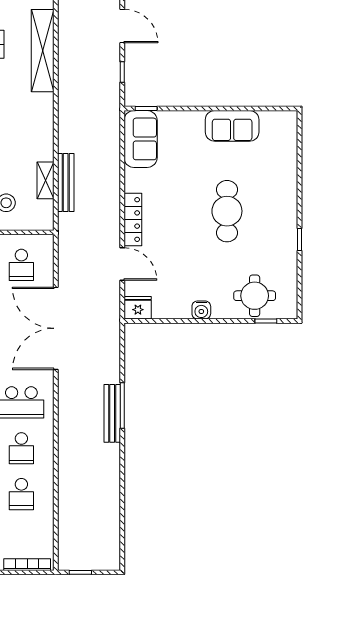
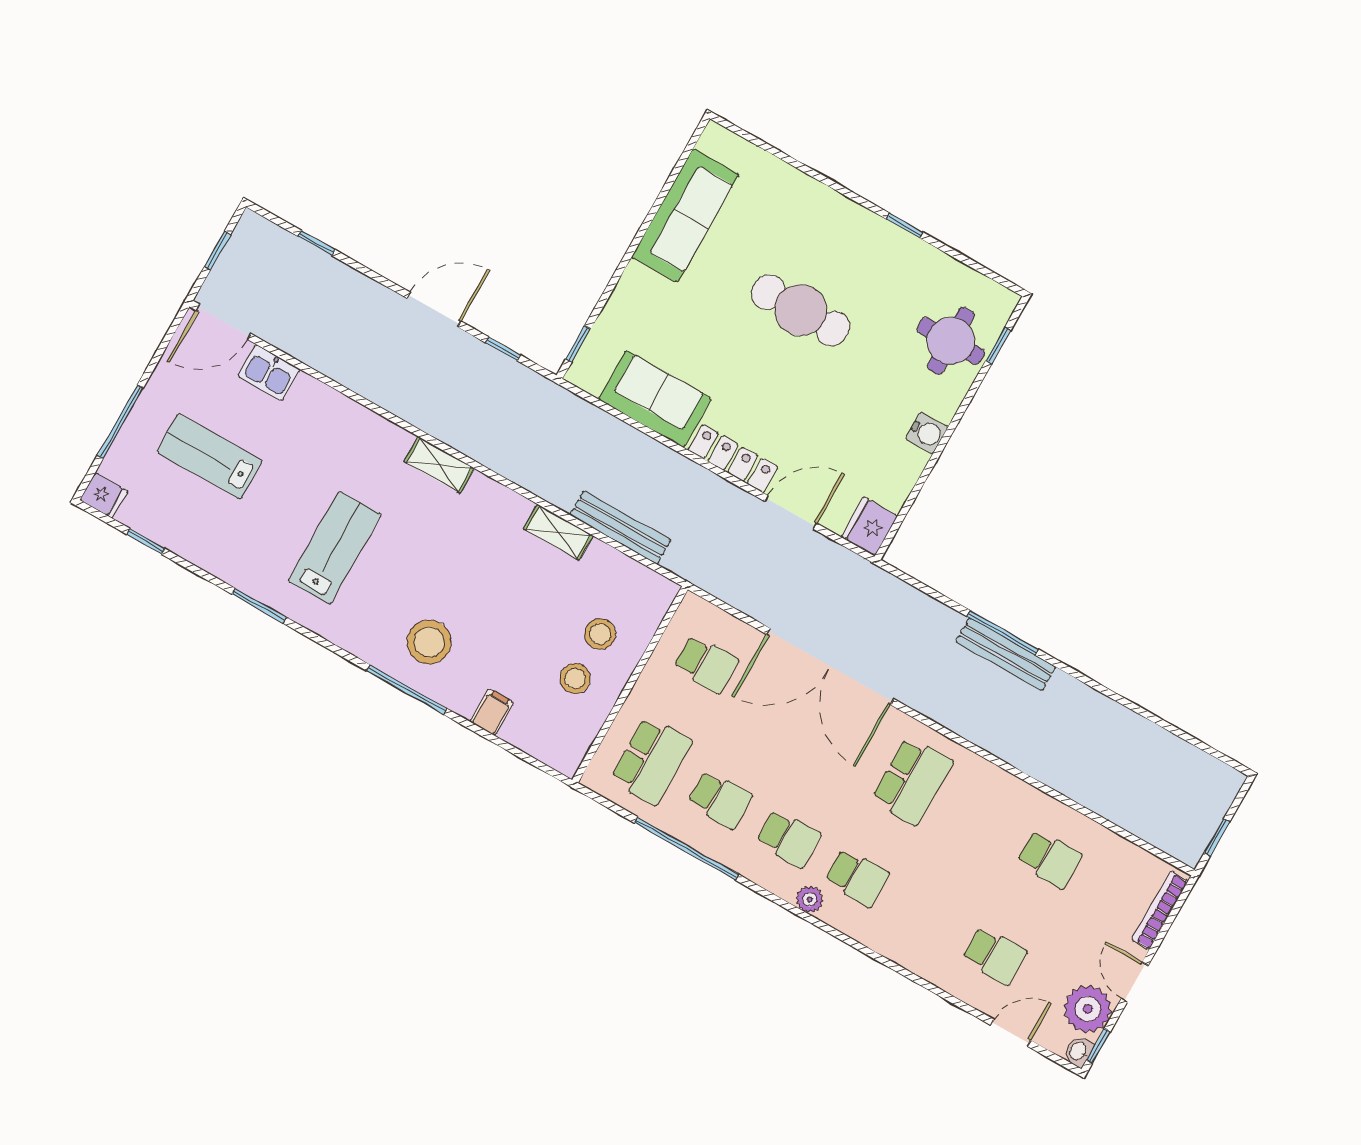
shelving: (43, 51) -> (439, 465), width x0.45, depth x0.75
sofa: (232, 126) -> (685, 216), width x1.36
sofa: (141, 139) -> (655, 399), moved
shelving: (45, 180) -> (558, 532), moved
school desk: (21, 448) -> (981, 820), removed

